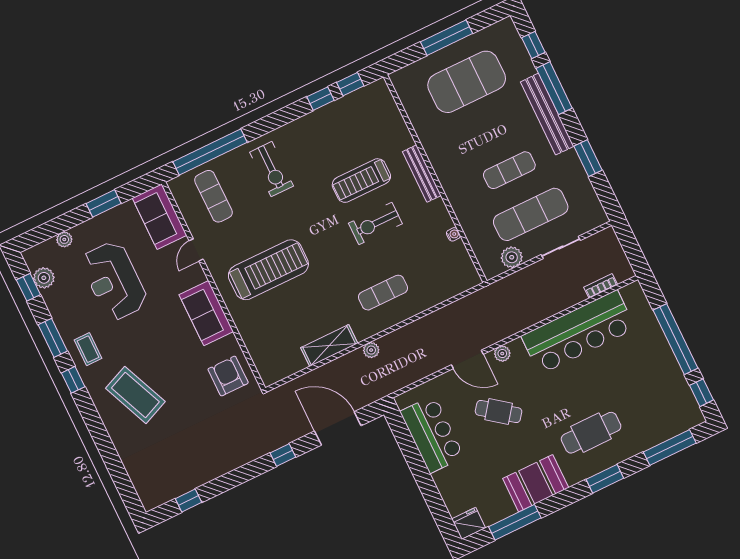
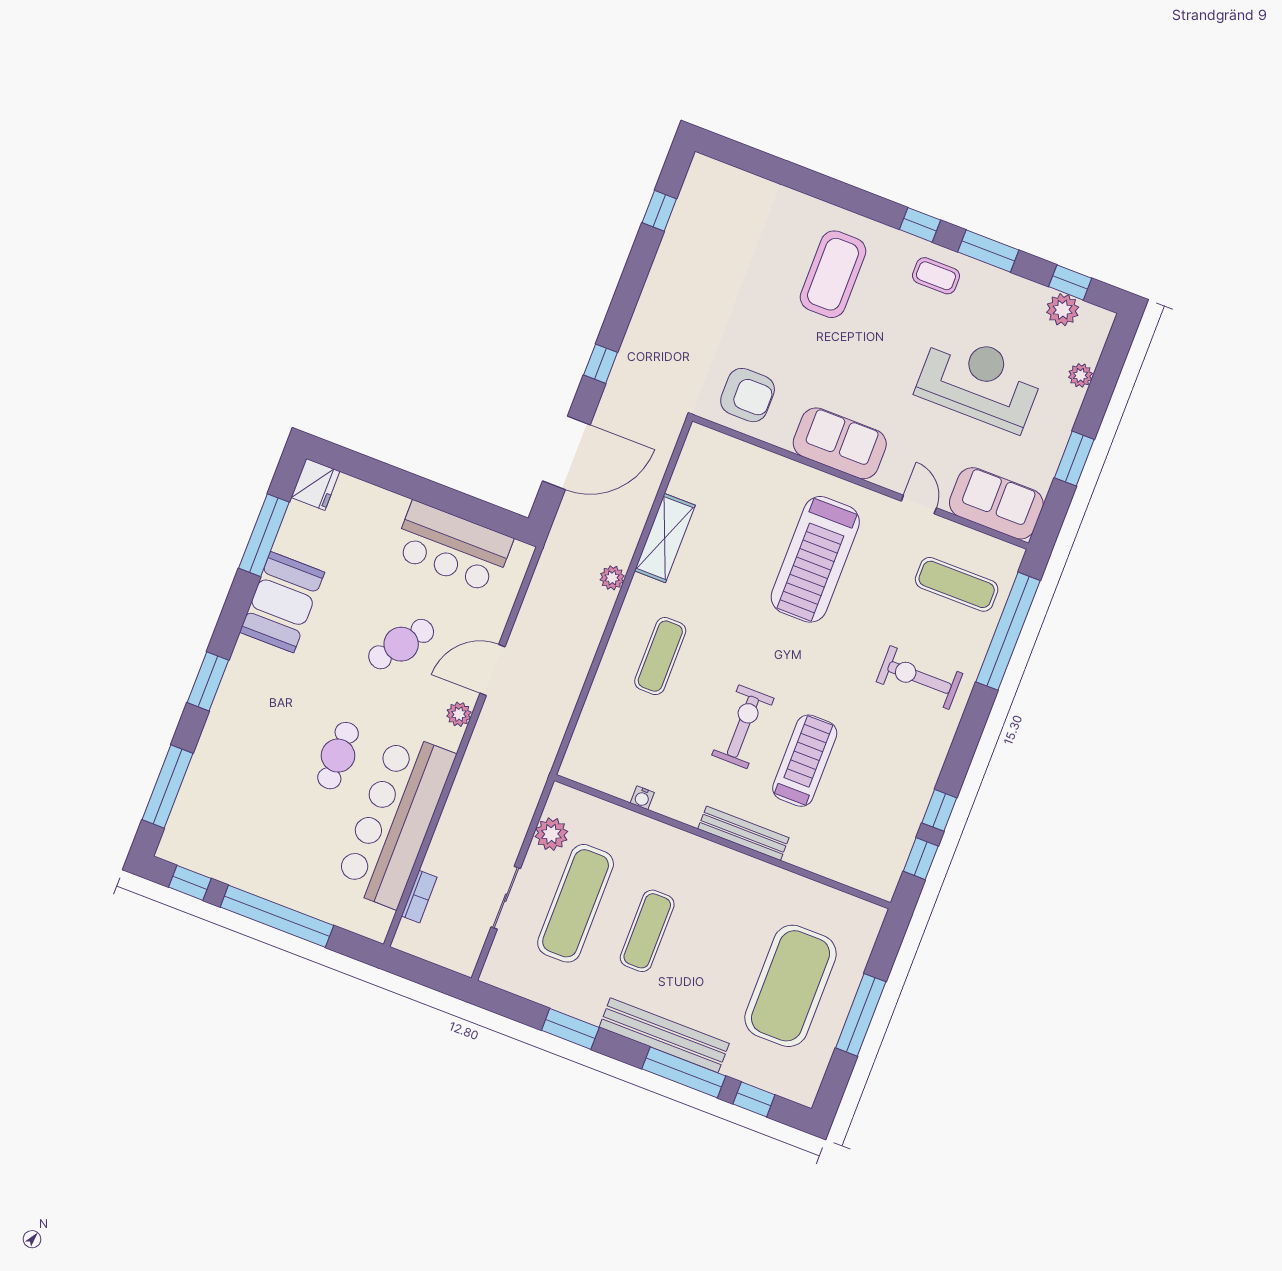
coffee table: (135, 395) -> (833, 274), turned -67
cafe table: (591, 433) -> (338, 756), moved, width x0.73, depth x0.74

